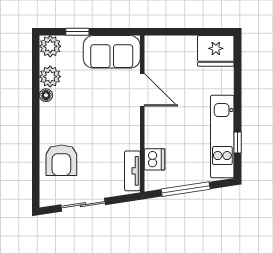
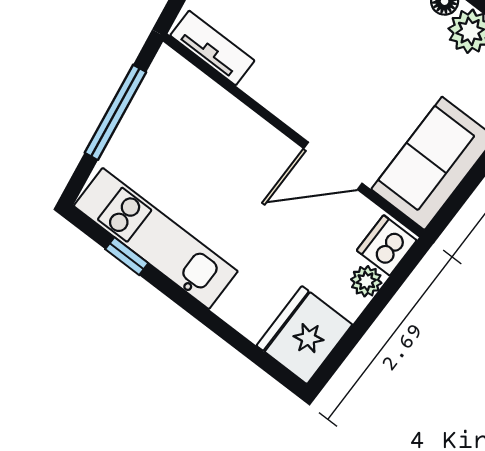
plant: (177, 43) -> (366, 281), added
dishwasher: (155, 159) -> (387, 245), moved, turned 90

